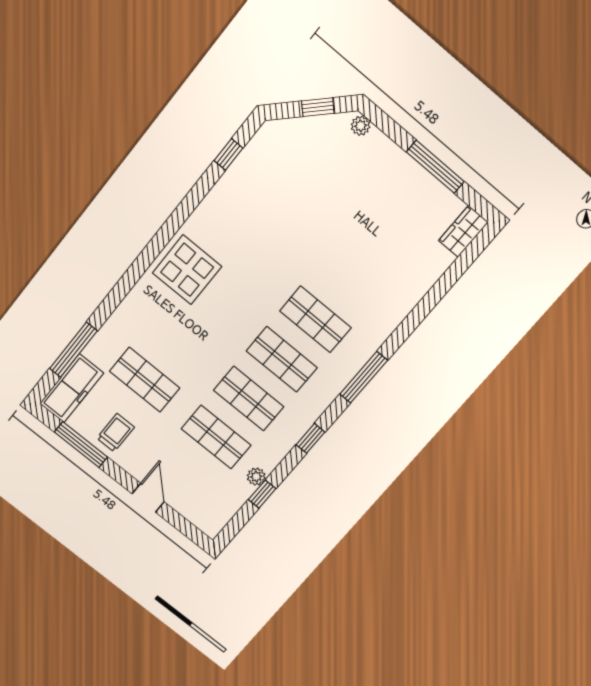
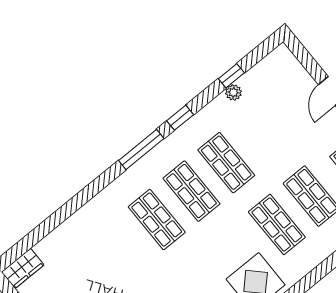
window: (364, 377) -> (141, 149), moved
shop shelf: (216, 437) -> (277, 224), moved

